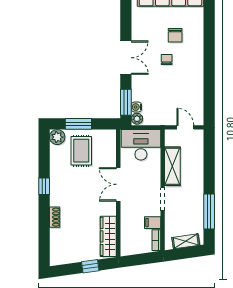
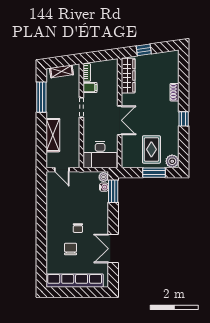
double door: (126, 58) -> (113, 249), moved
shelving: (172, 166) -> (53, 135), moved

